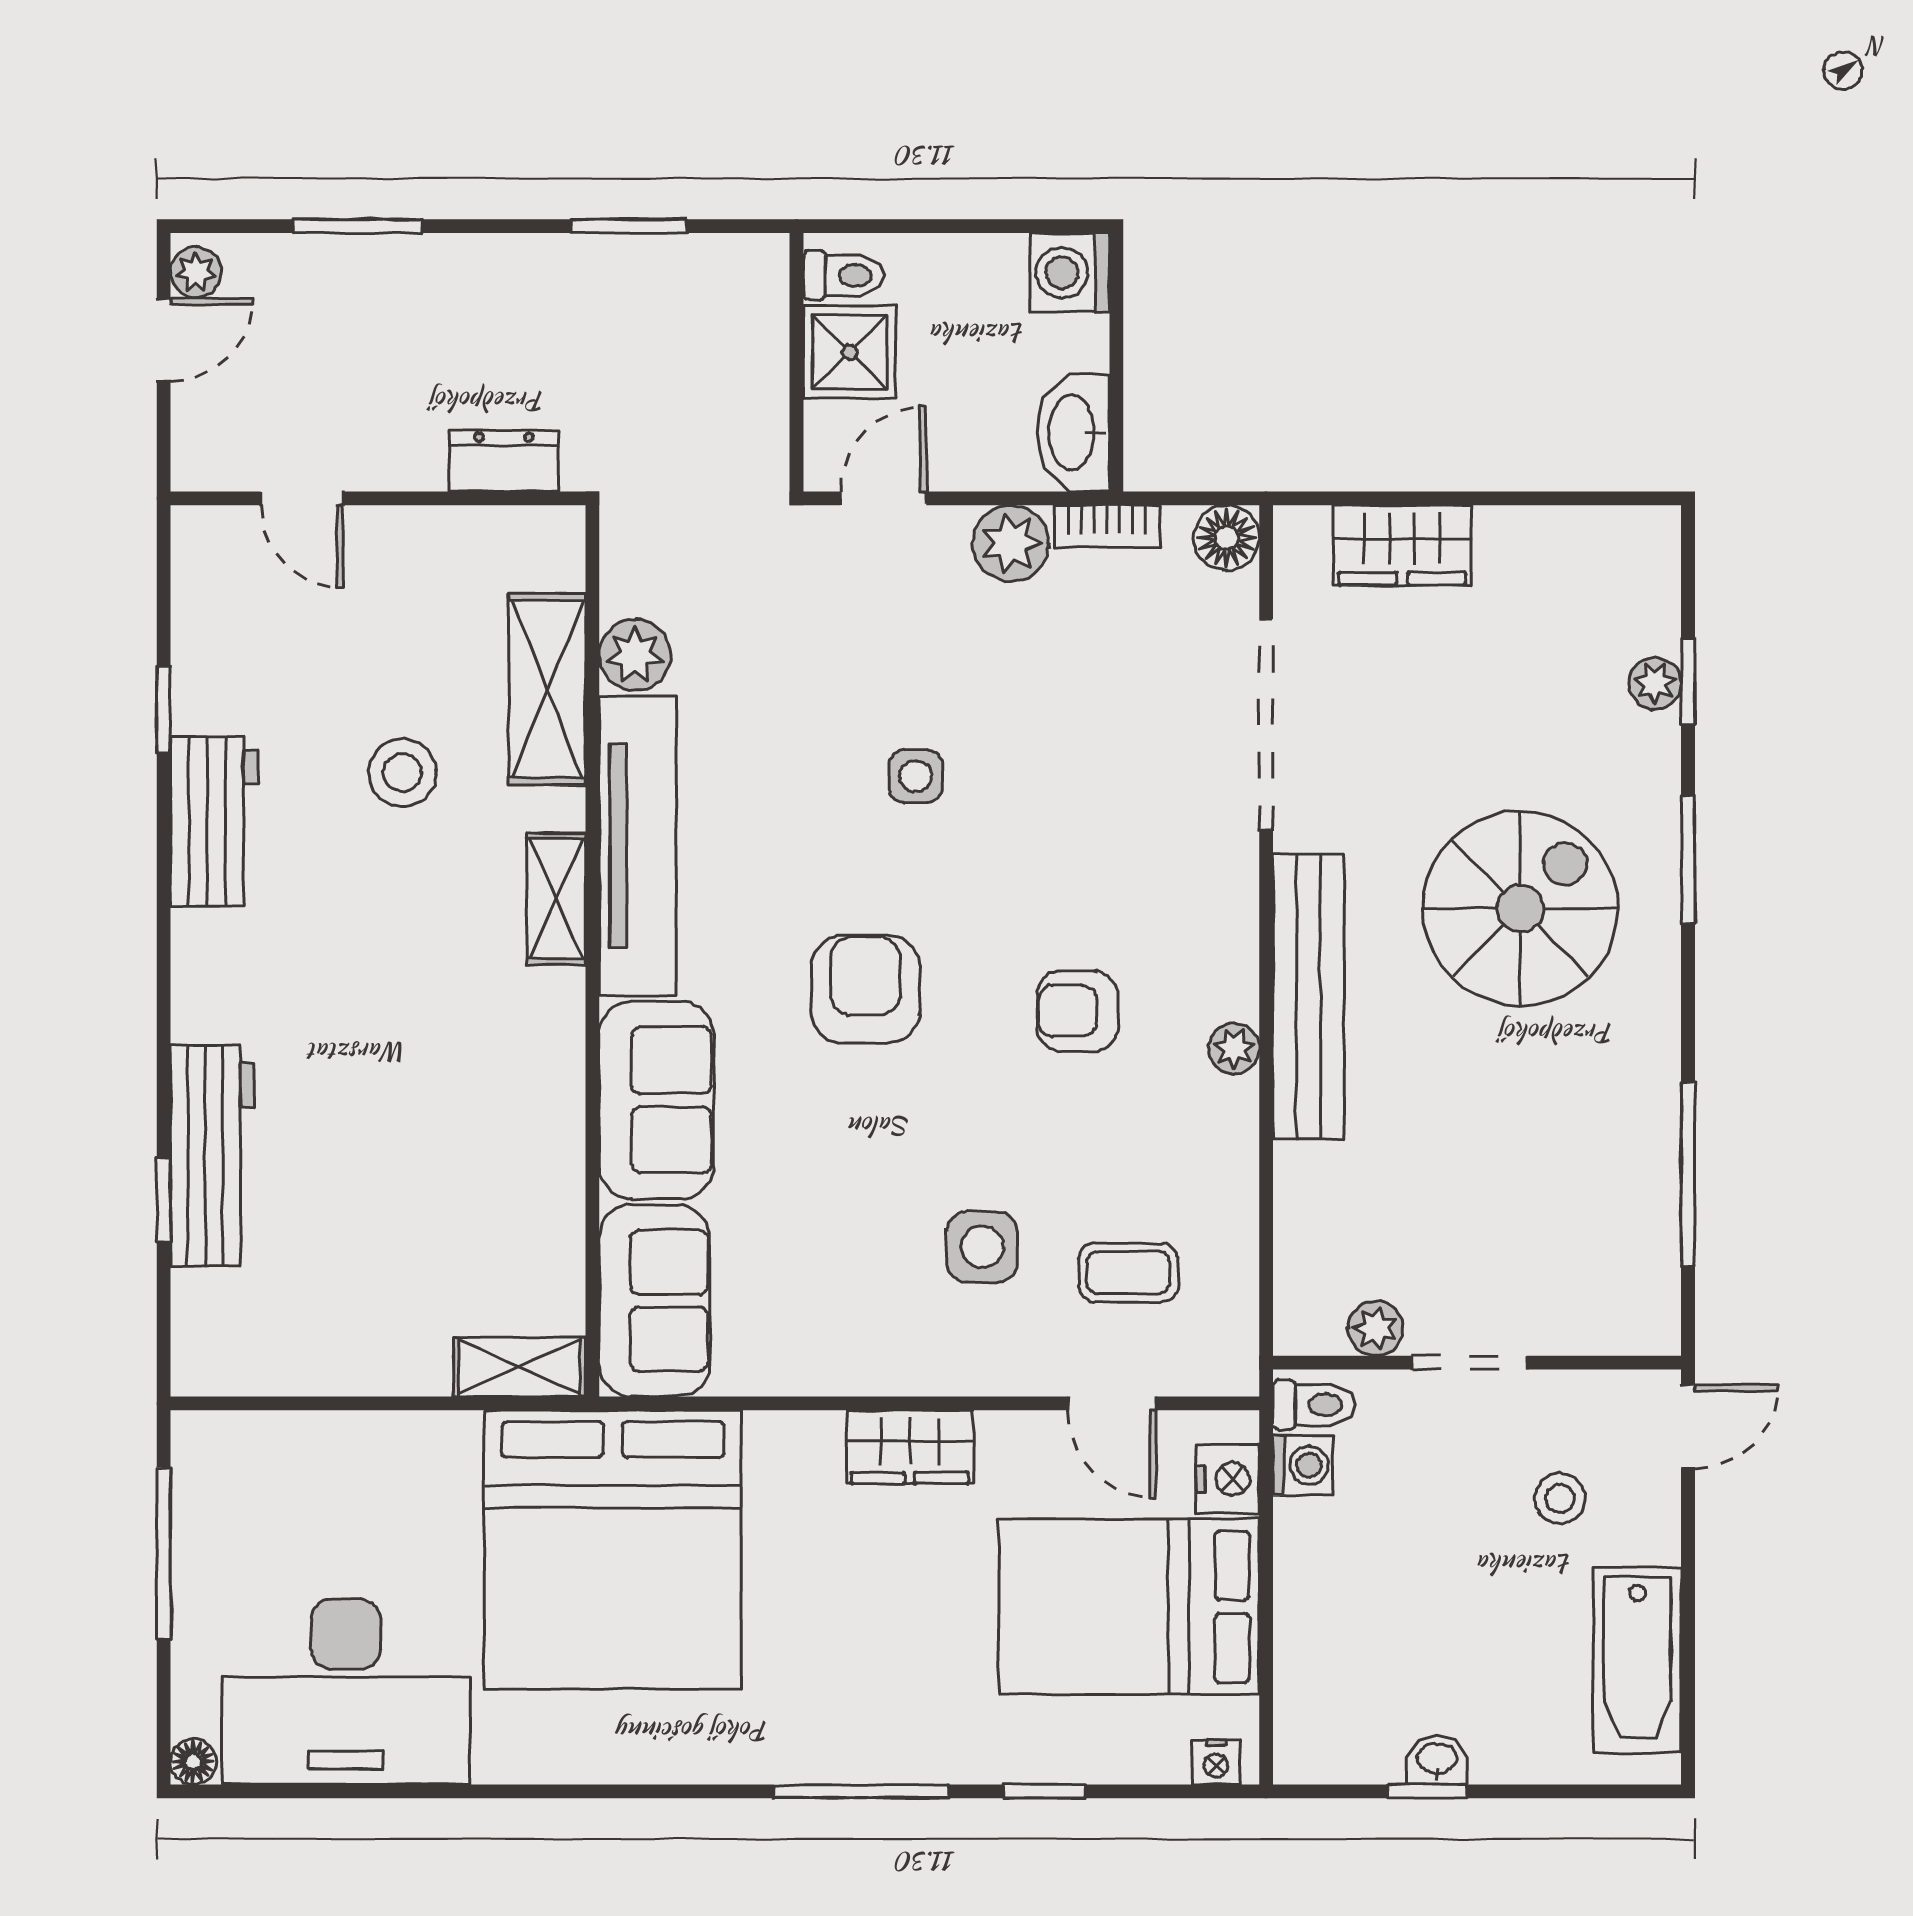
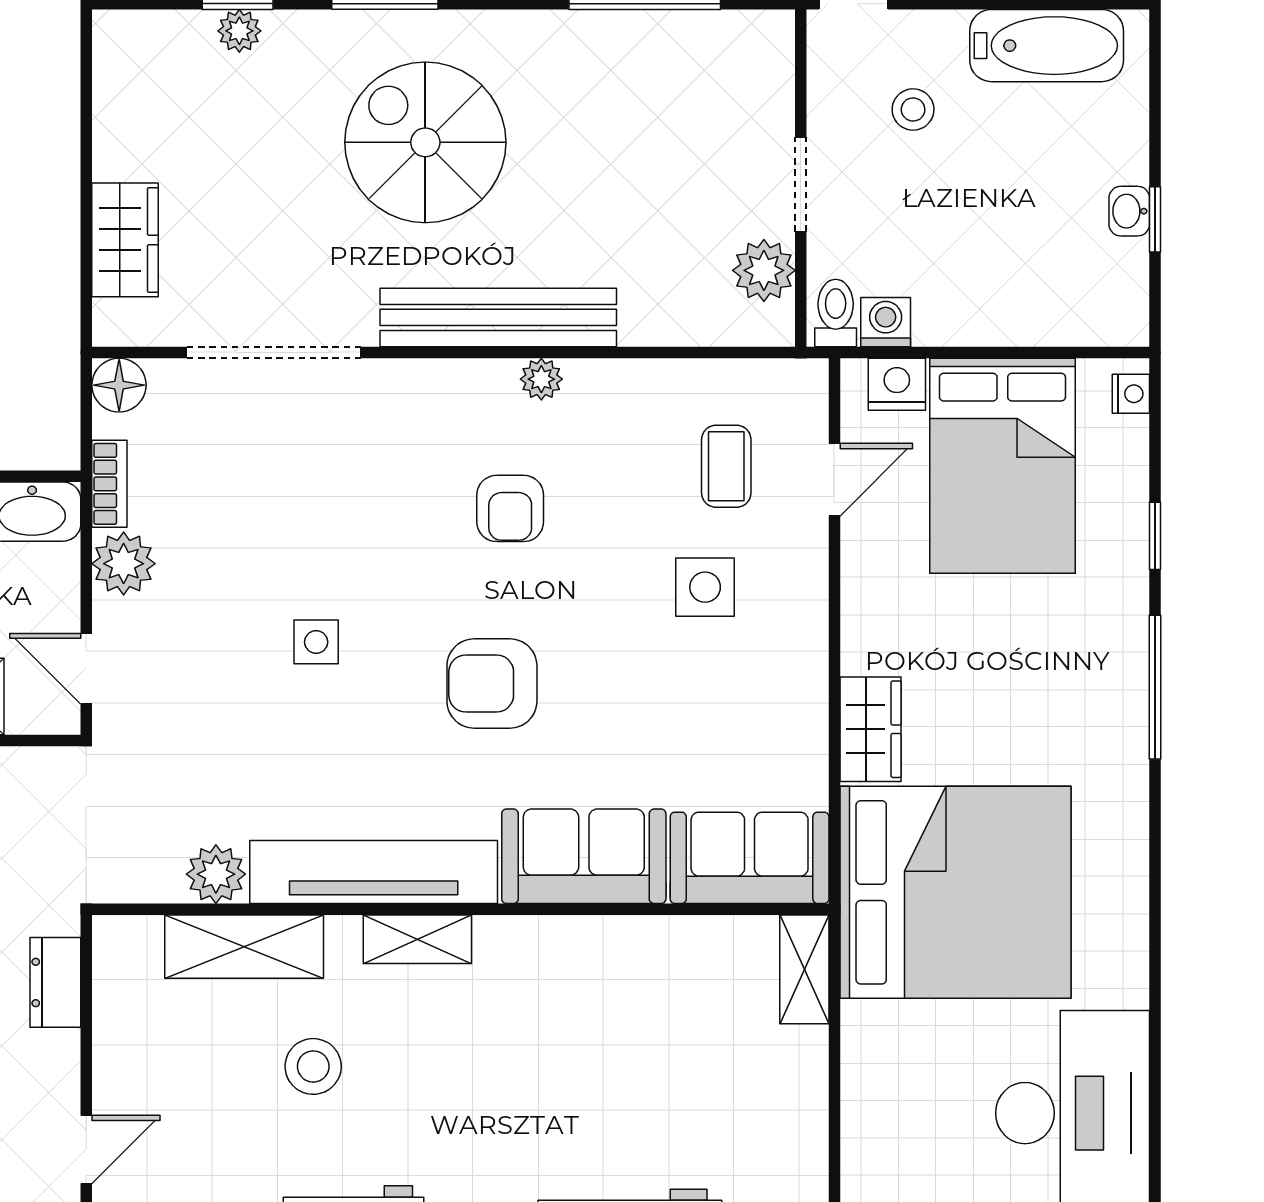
plant: (1376, 1328) -> (764, 270), width x1.38, depth x1.38
wardrobe: (910, 1447) -> (871, 729), moved

